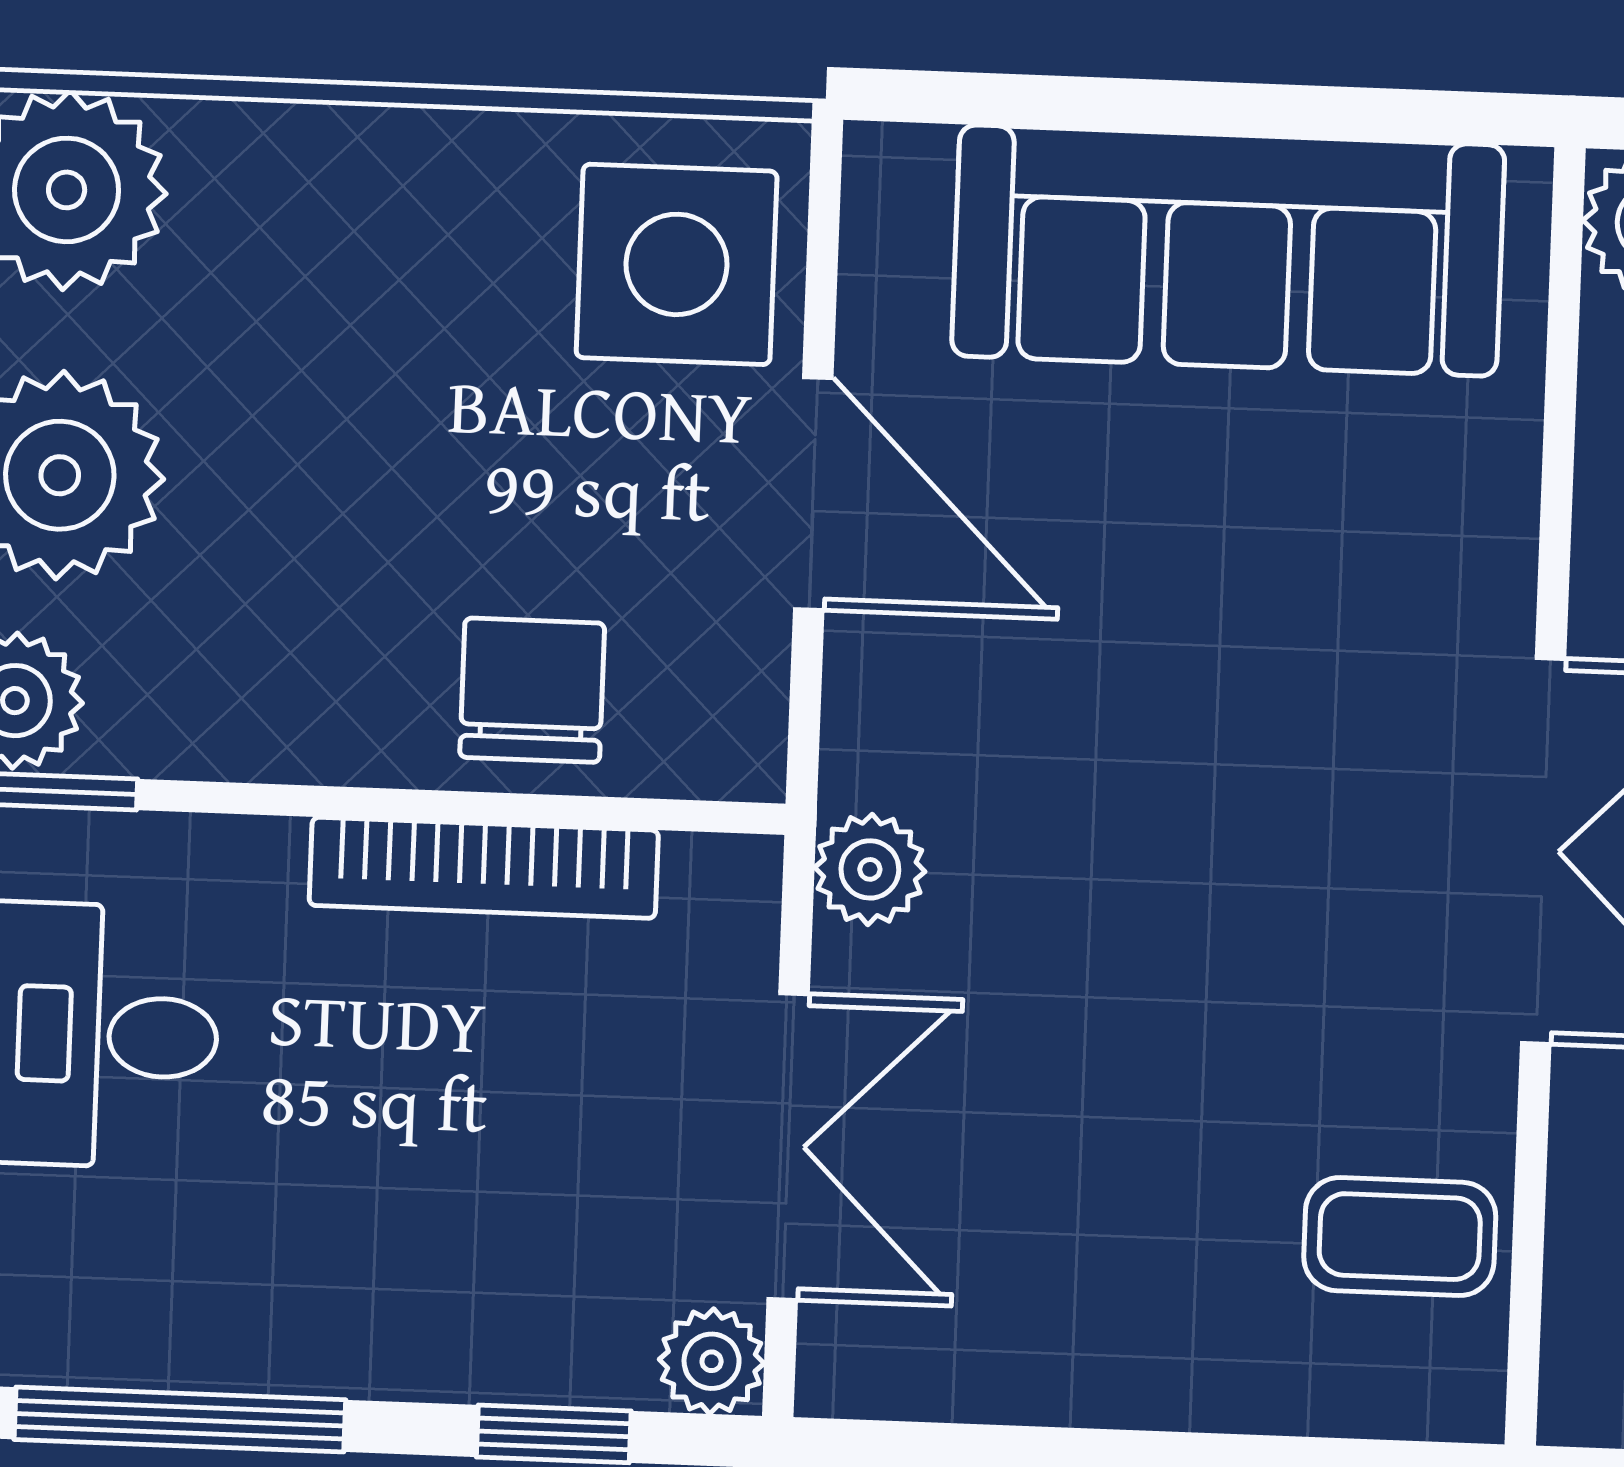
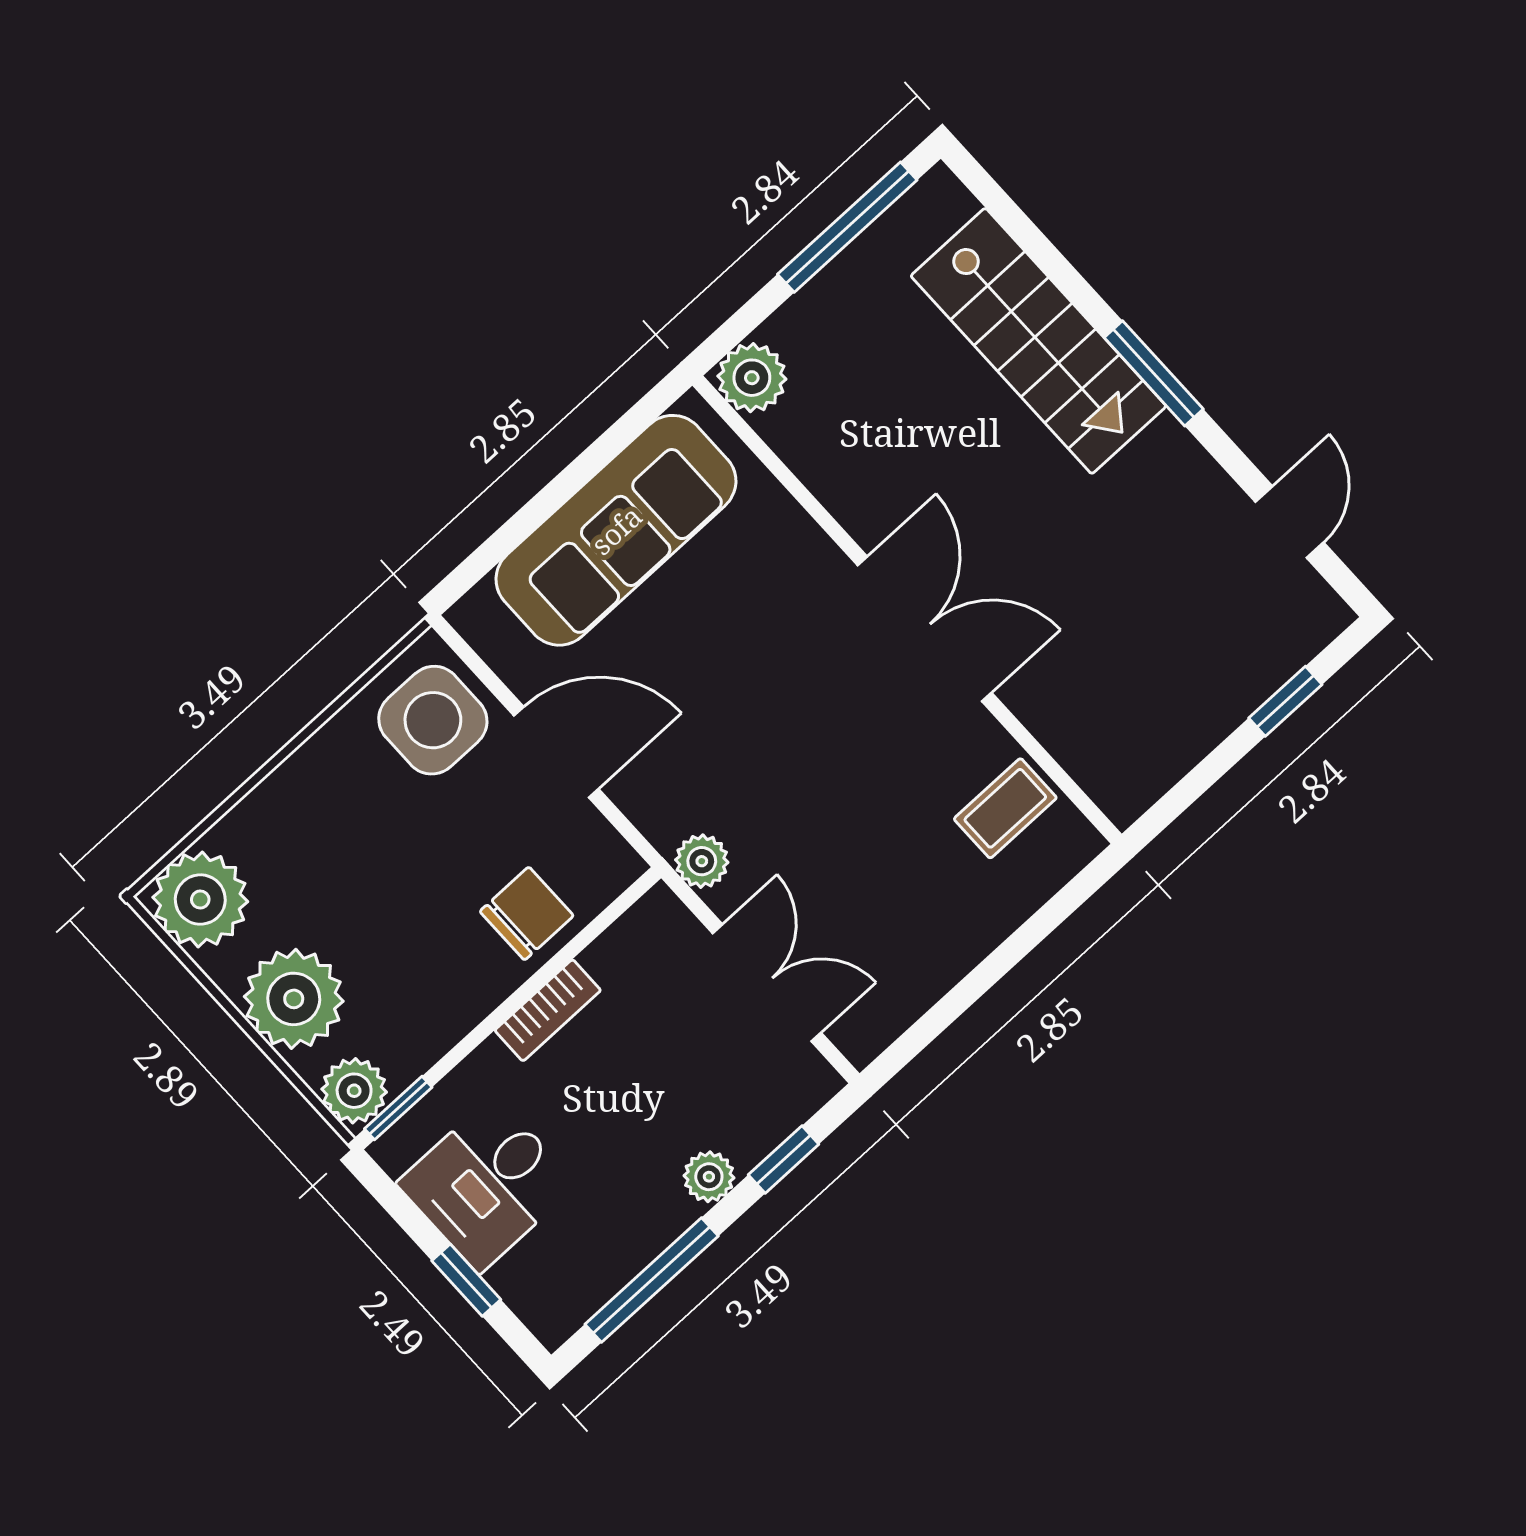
chair: (532, 690) -> (527, 914), turned 90
bookcase: (484, 868) -> (548, 1010), width x0.64
plant: (712, 1361) -> (709, 1177), moved

